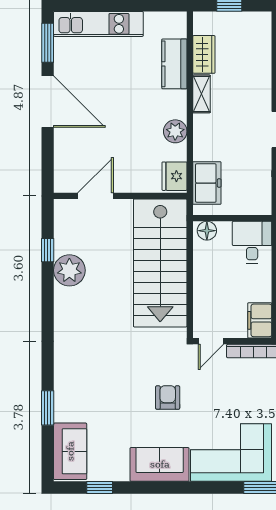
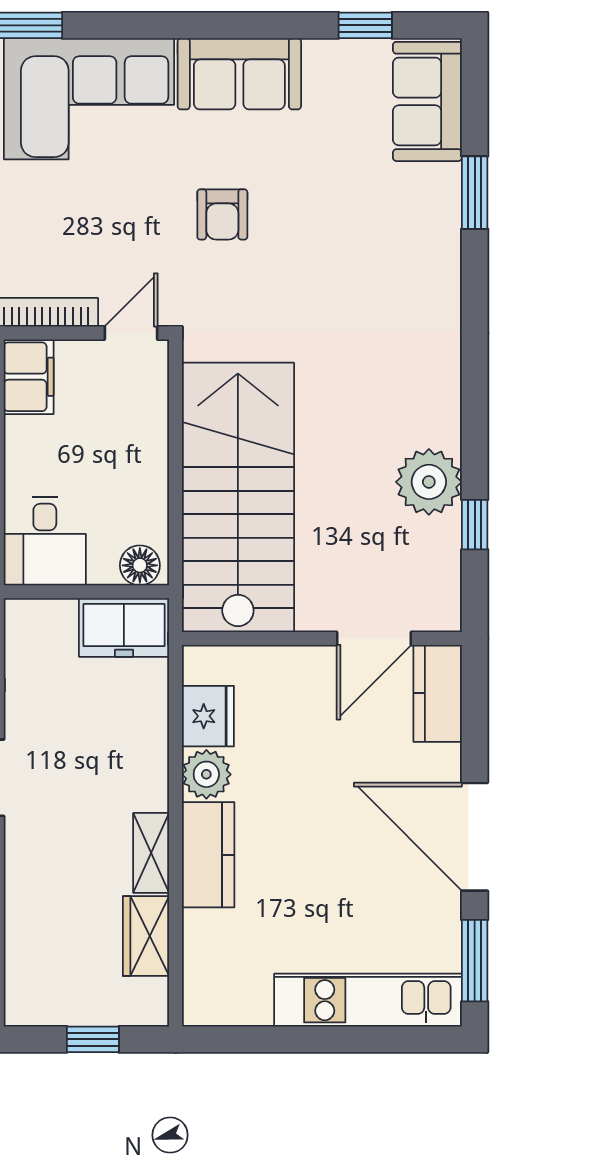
kitchen counter: (174, 64) -> (208, 855), moved
kitchen counter: (65, 170) -> (438, 693), added
fridge: (175, 176) -> (208, 716), moved
freezer: (207, 183) -> (124, 627), moved, turned -90

